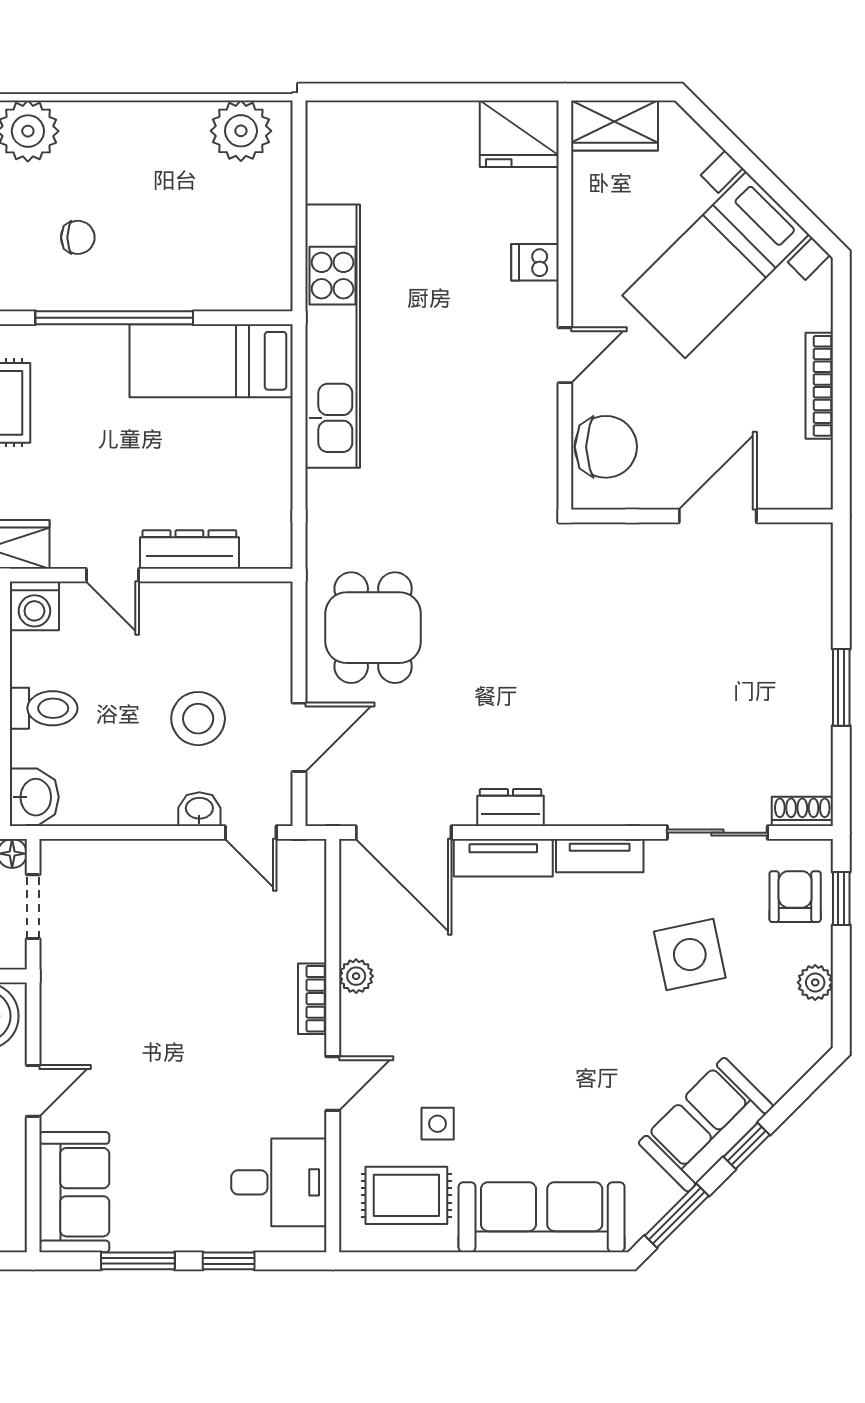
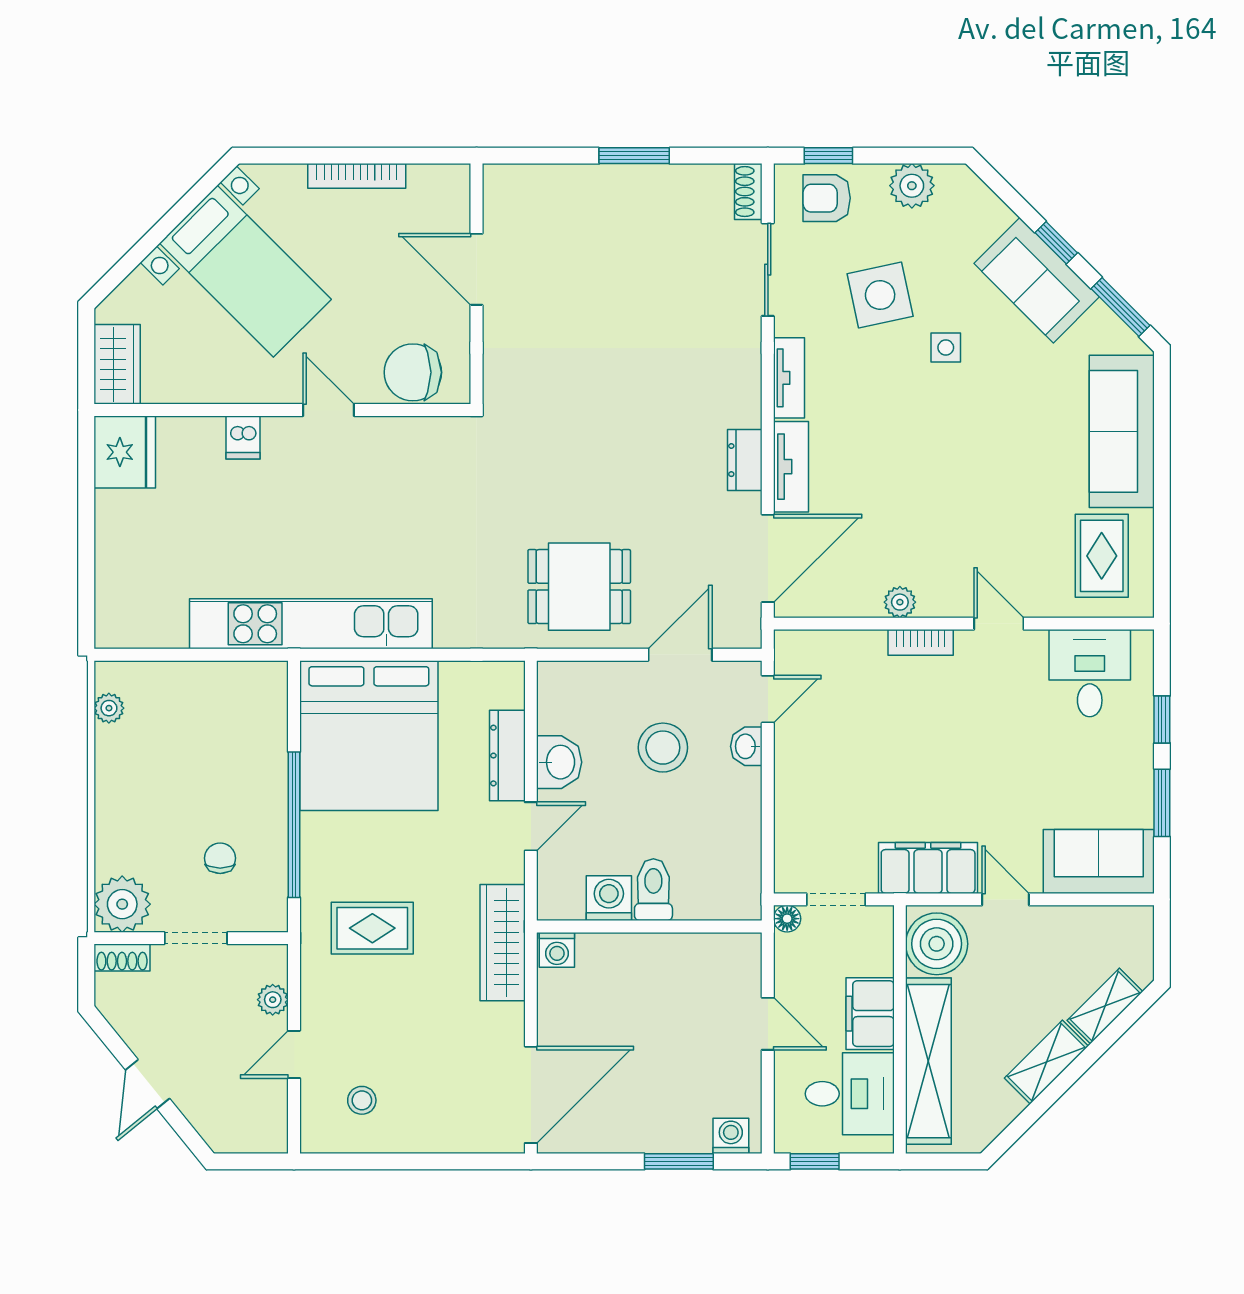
plant: (241, 131) -> (109, 708), width x0.53, depth x0.53
bed: (211, 361) -> (369, 736), width x2.04
chair: (606, 447) -> (413, 372), turned -90
washing machine: (34, 606) -> (609, 898), moved, turned -90
door: (299, 737) -> (680, 655), hinge flipped
washbasin: (34, 797) -> (559, 762), moved, turned 90
plant: (815, 982) -> (912, 186), width x1.38, depth x1.38
filing cabinet: (67, 1007) -> (928, 868), added
side table: (438, 1124) -> (946, 348), moved

